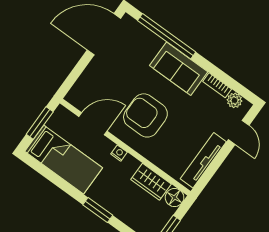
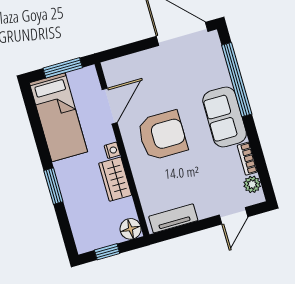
armchair: (145, 115) -> (162, 135), turned 90
door: (93, 124) -> (110, 106), hinge flipped
tv unit: (203, 160) -> (173, 218), width x0.71
wardrobe: (151, 182) -> (115, 179), moved

